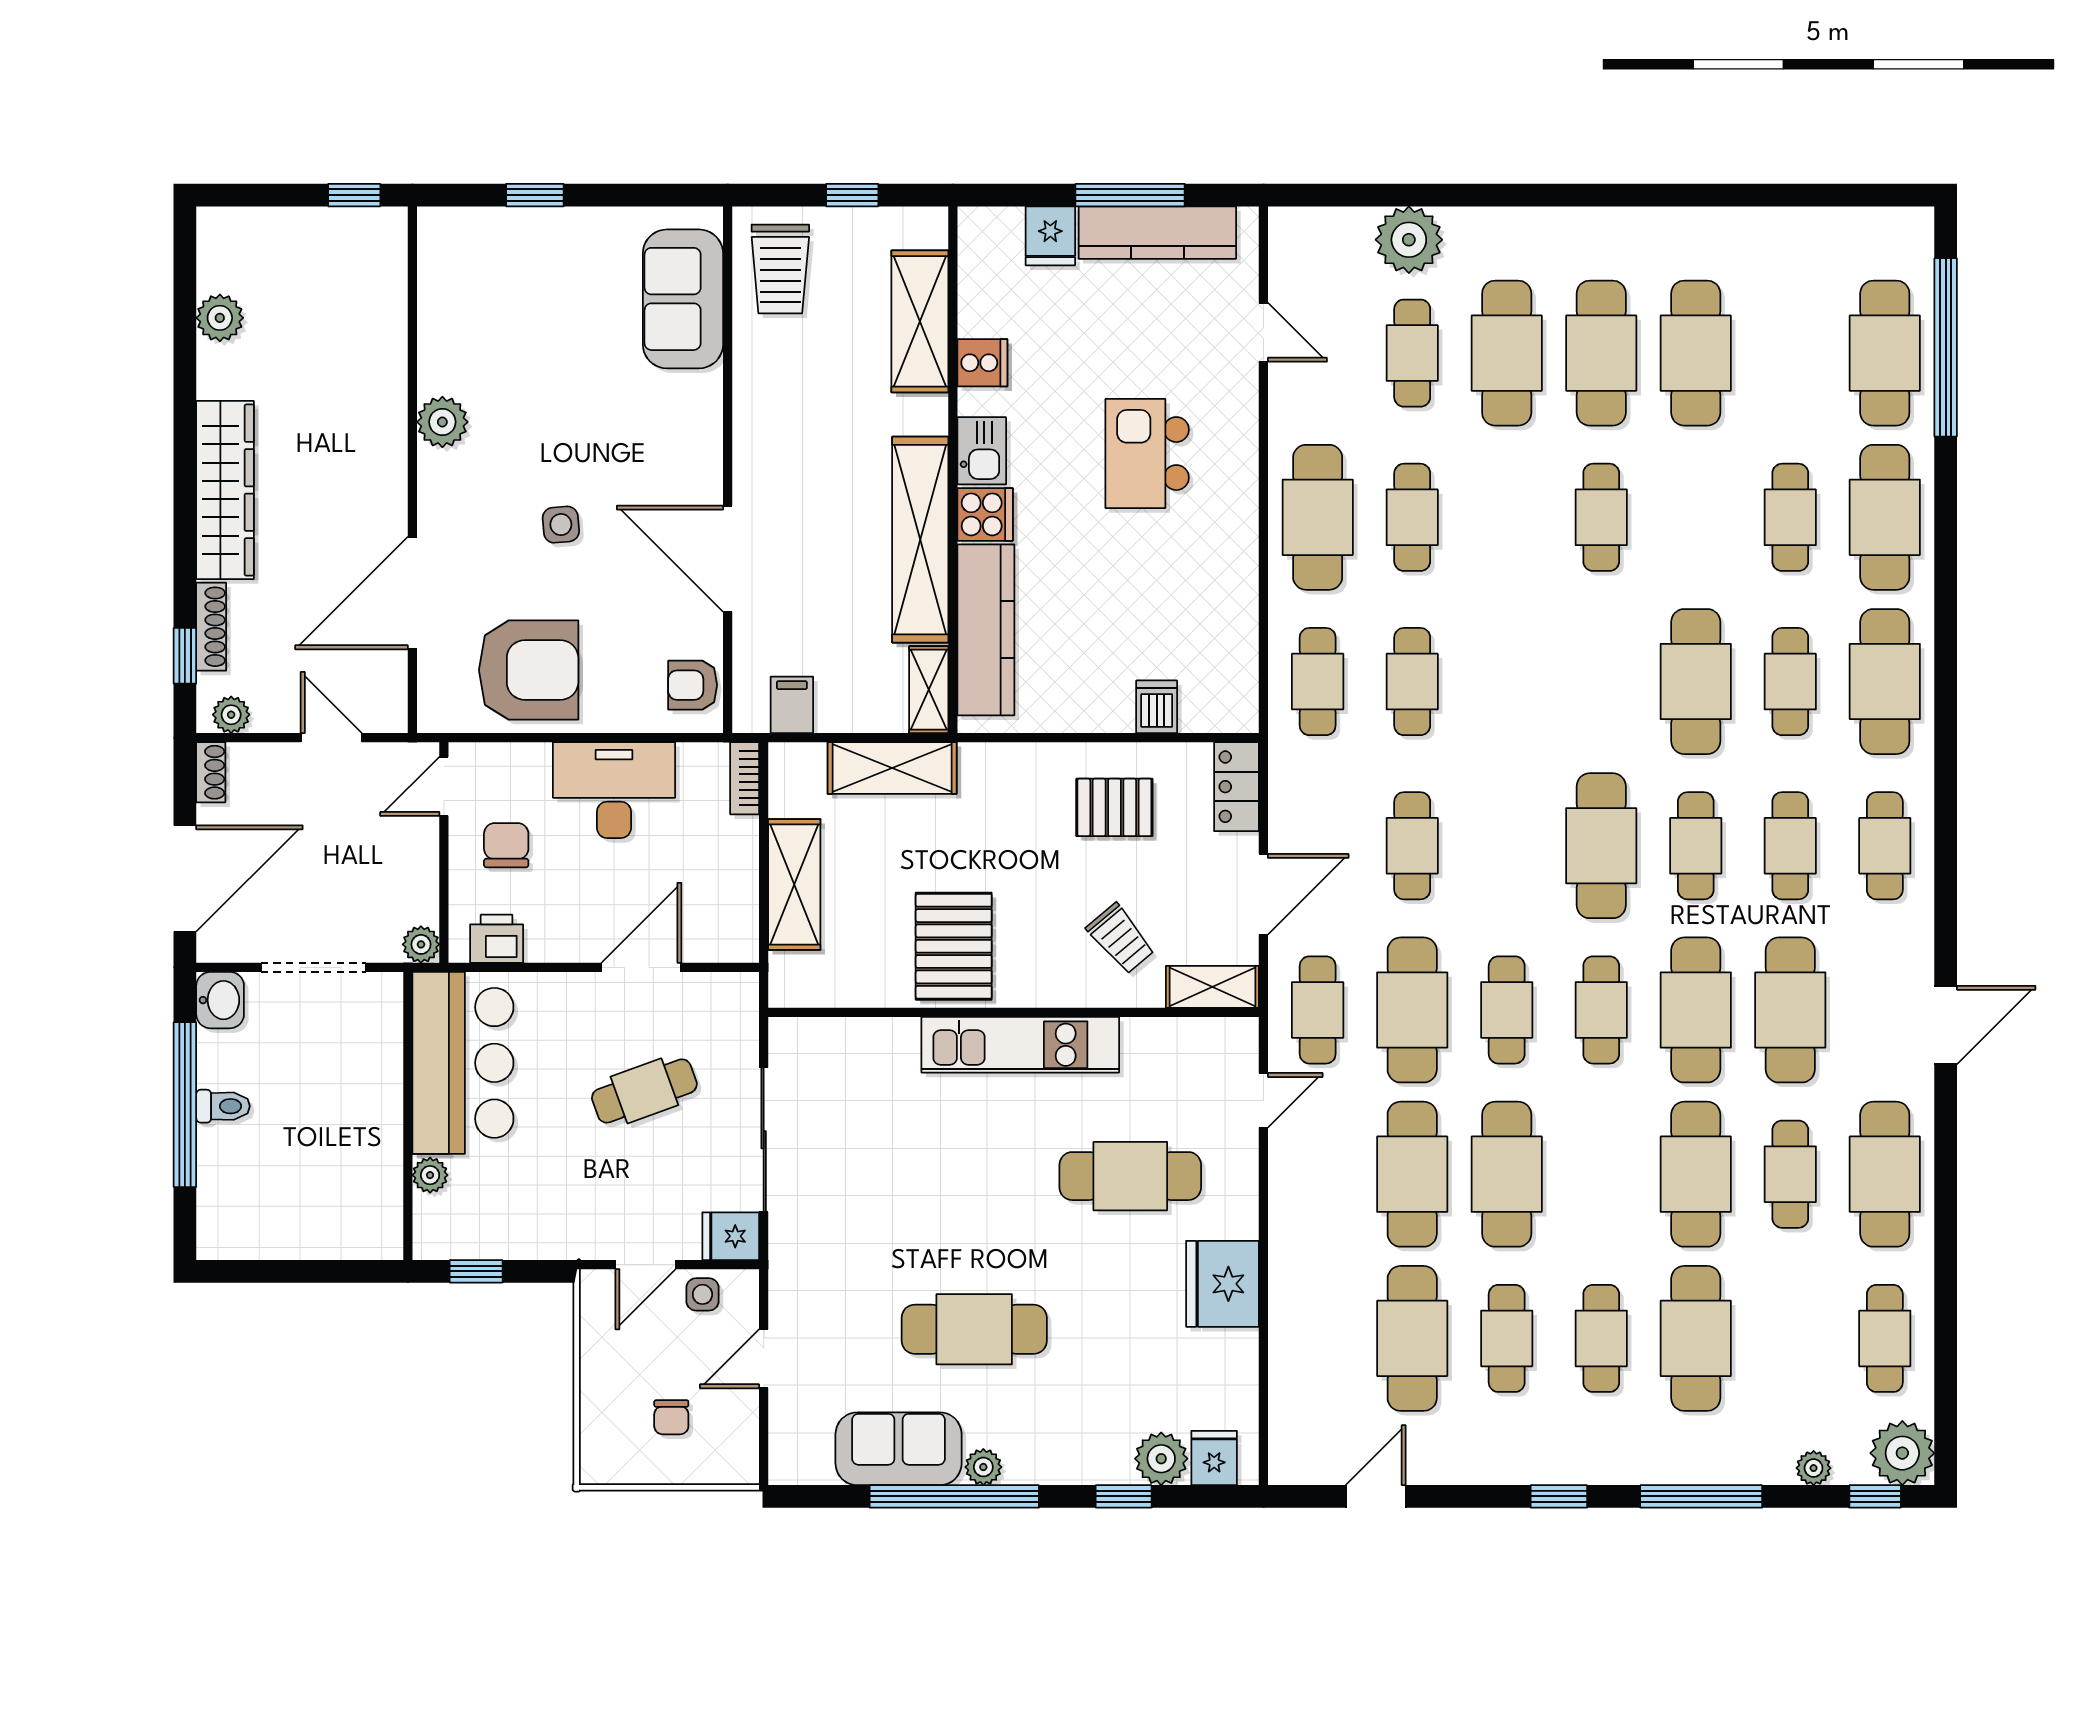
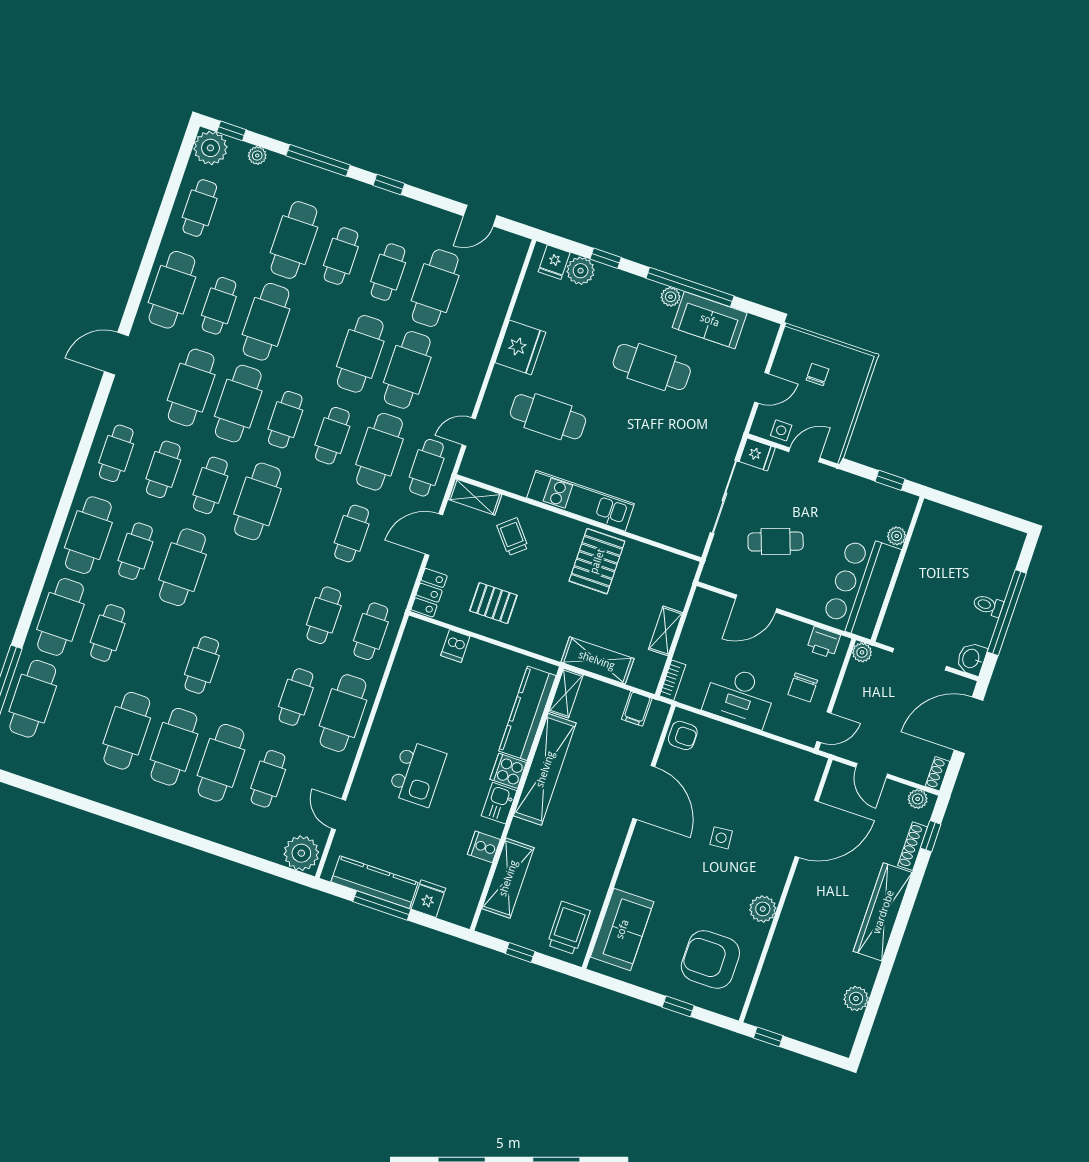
plant: (1409, 240) -> (301, 853), moved
armchair: (529, 670) -> (710, 959), moved
shelving: (794, 884) -> (665, 631), width x0.67, depth x0.75

